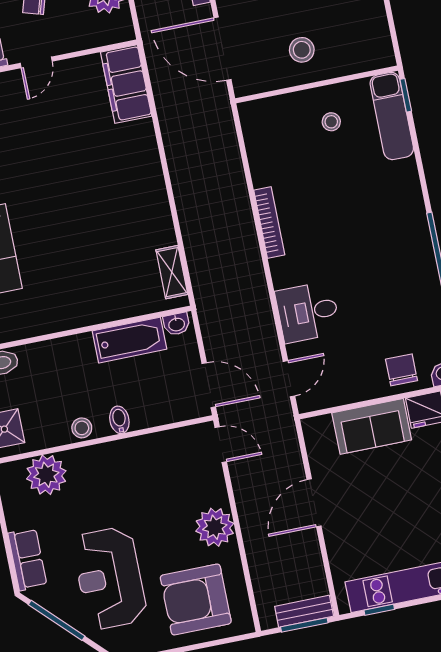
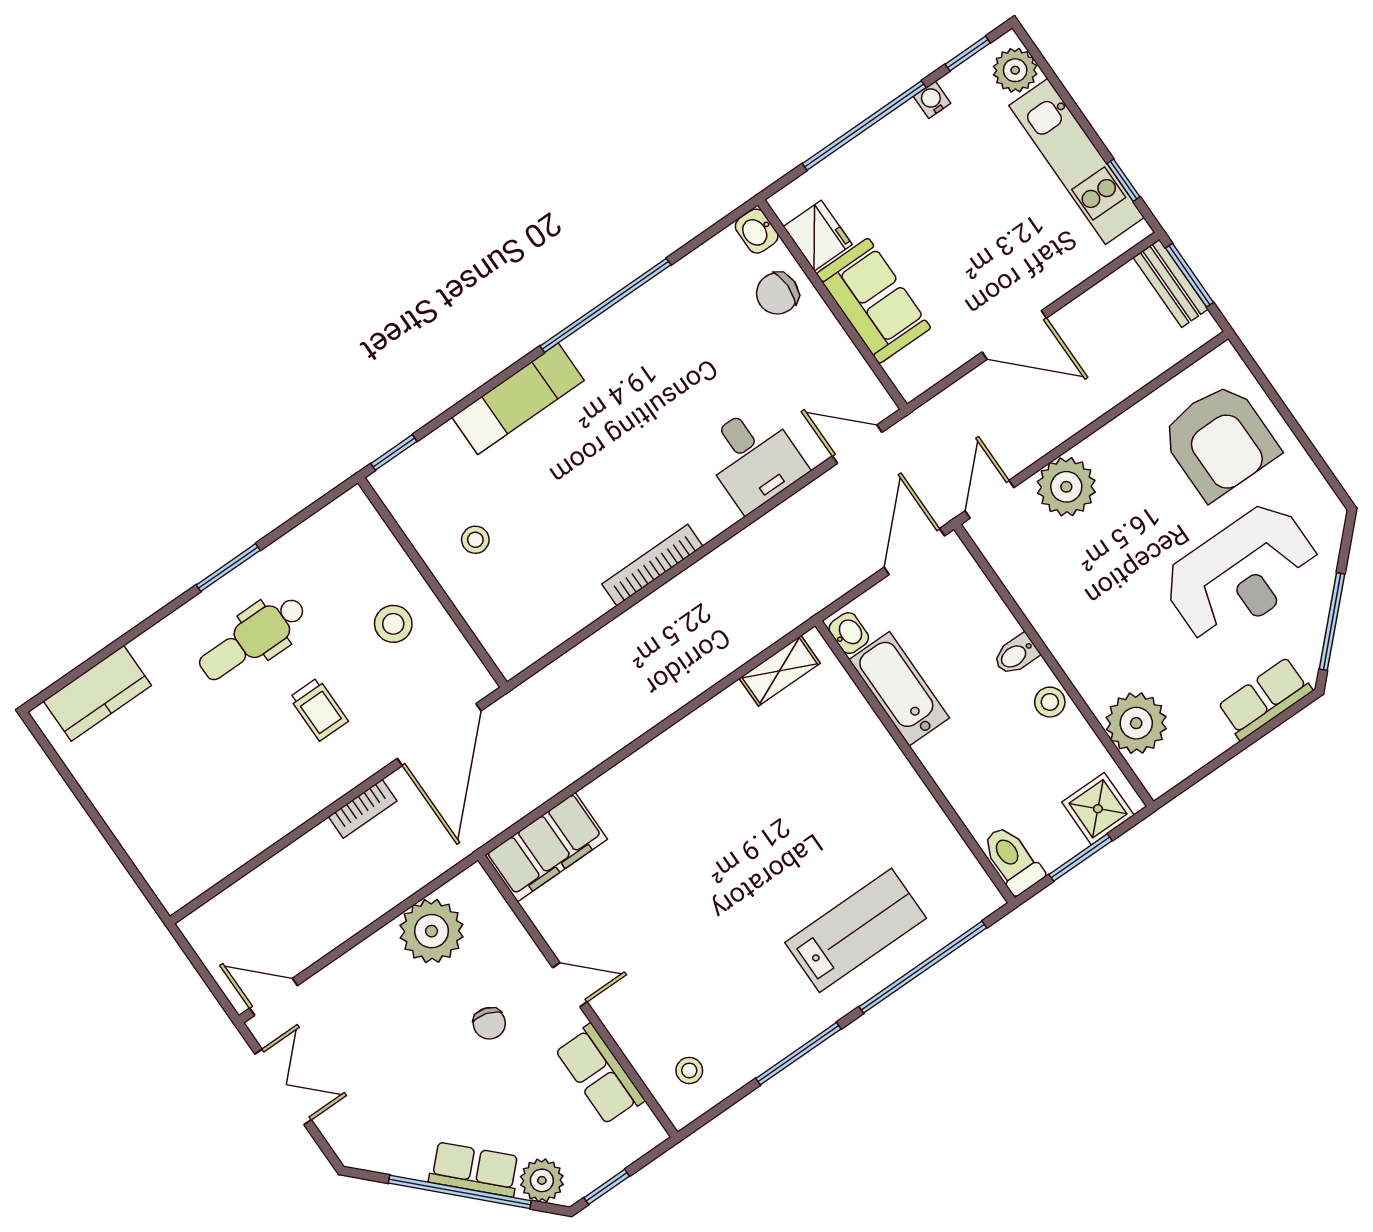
exam couch: (392, 116) -> (518, 399), moved
plant: (215, 527) -> (1066, 487), moved

